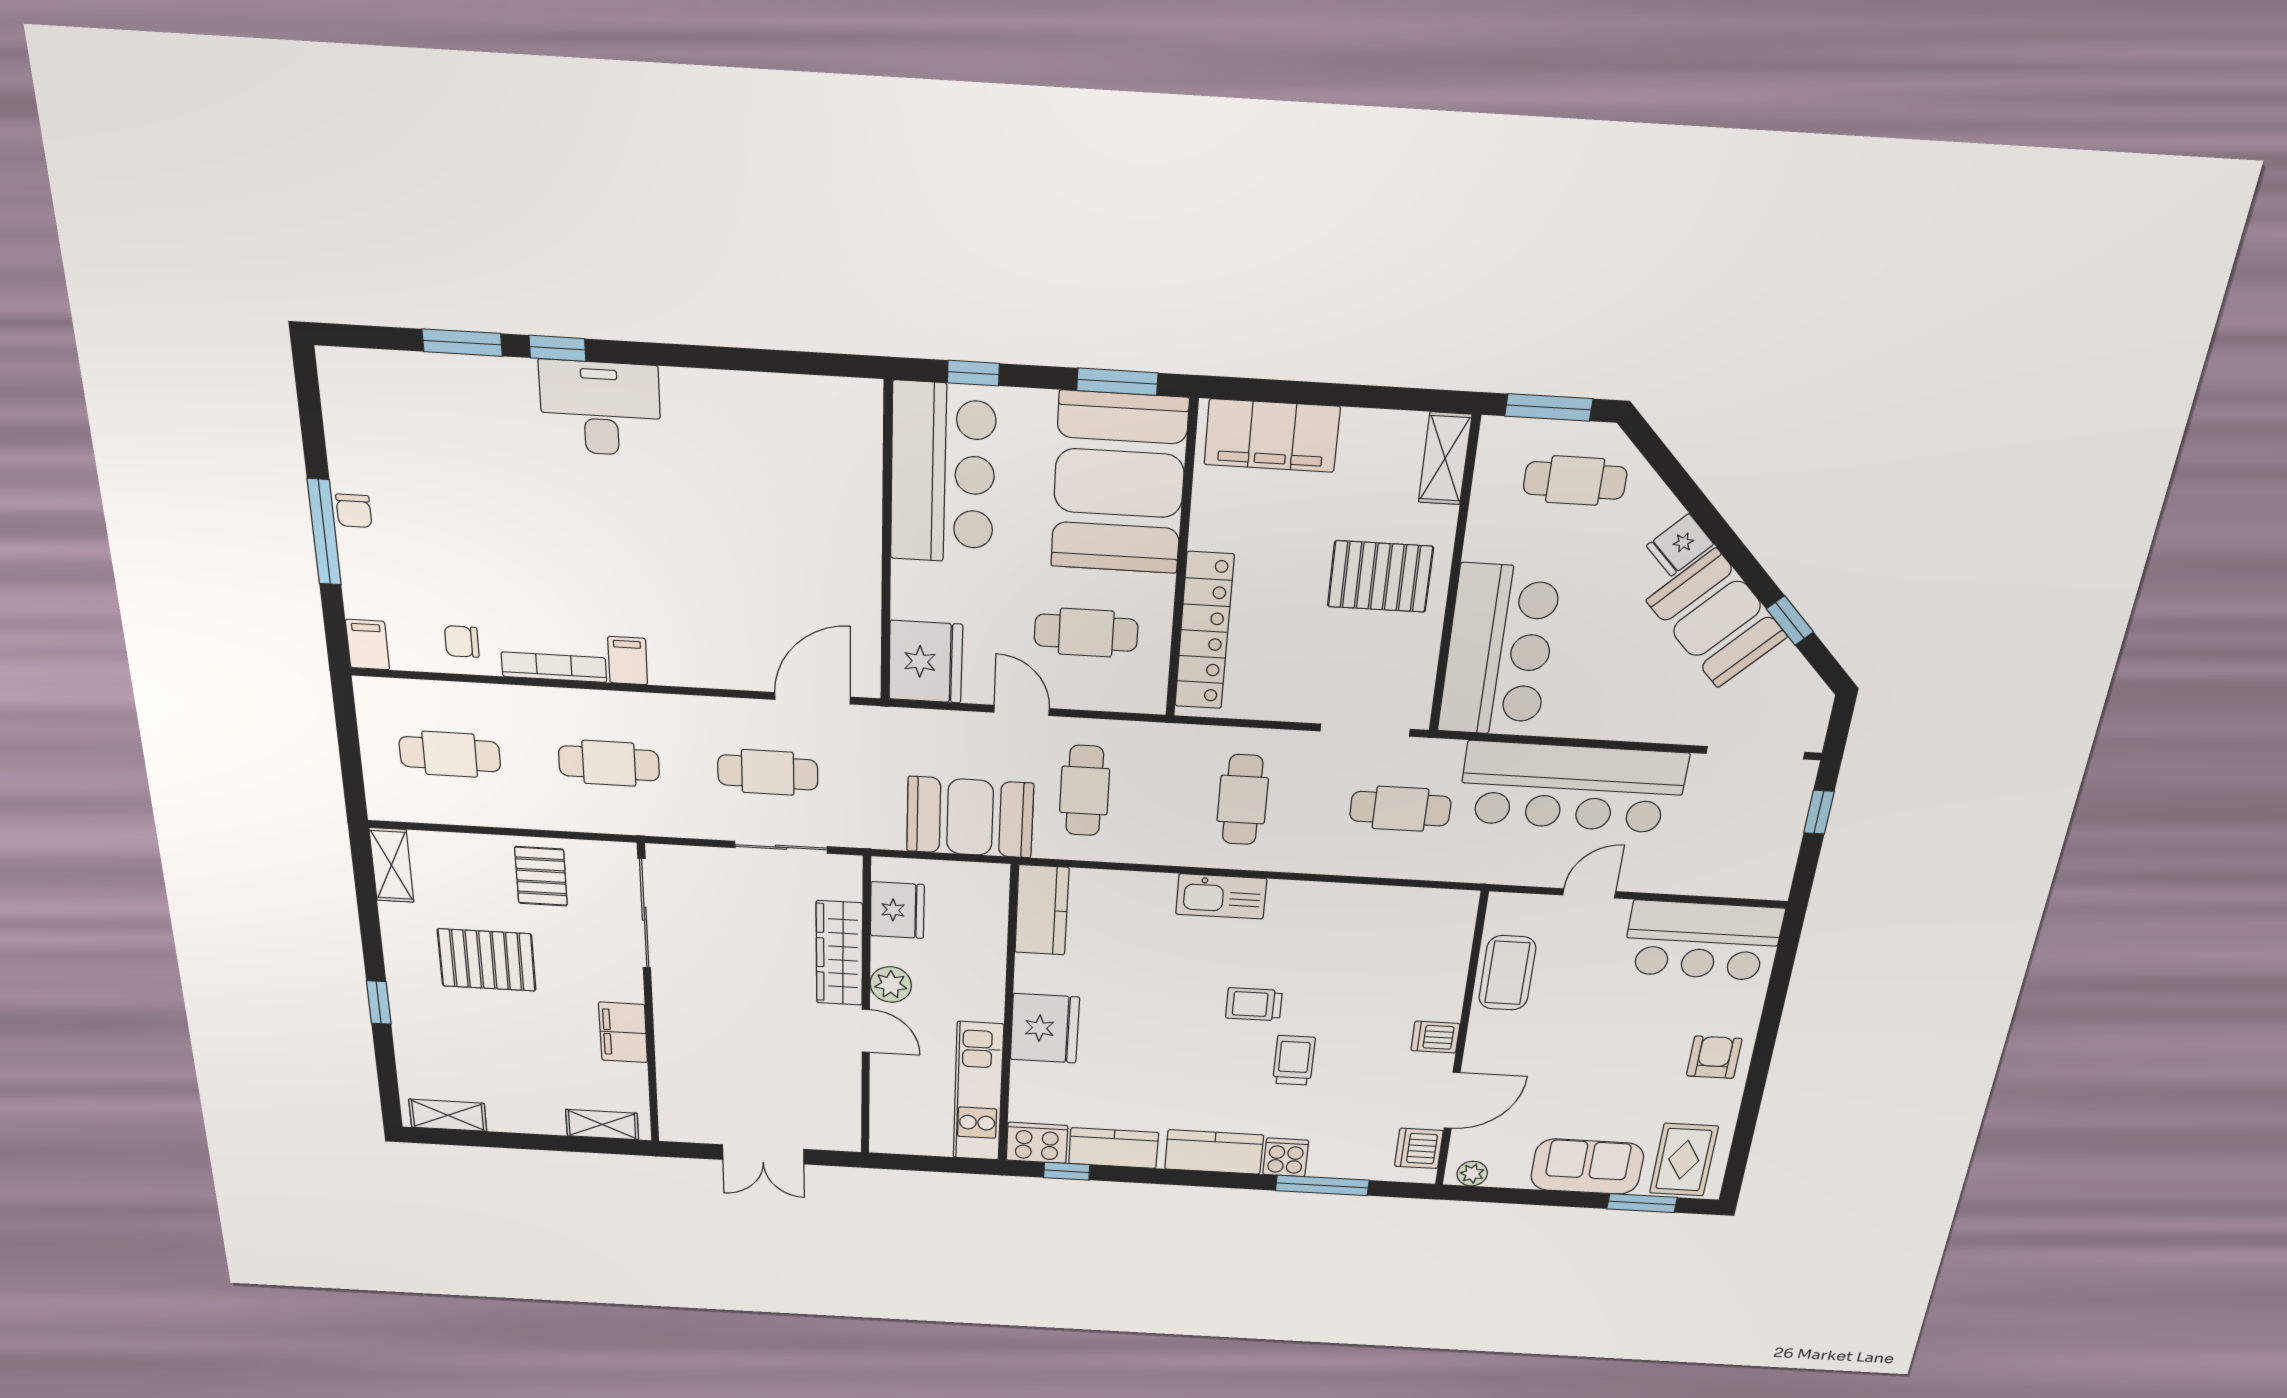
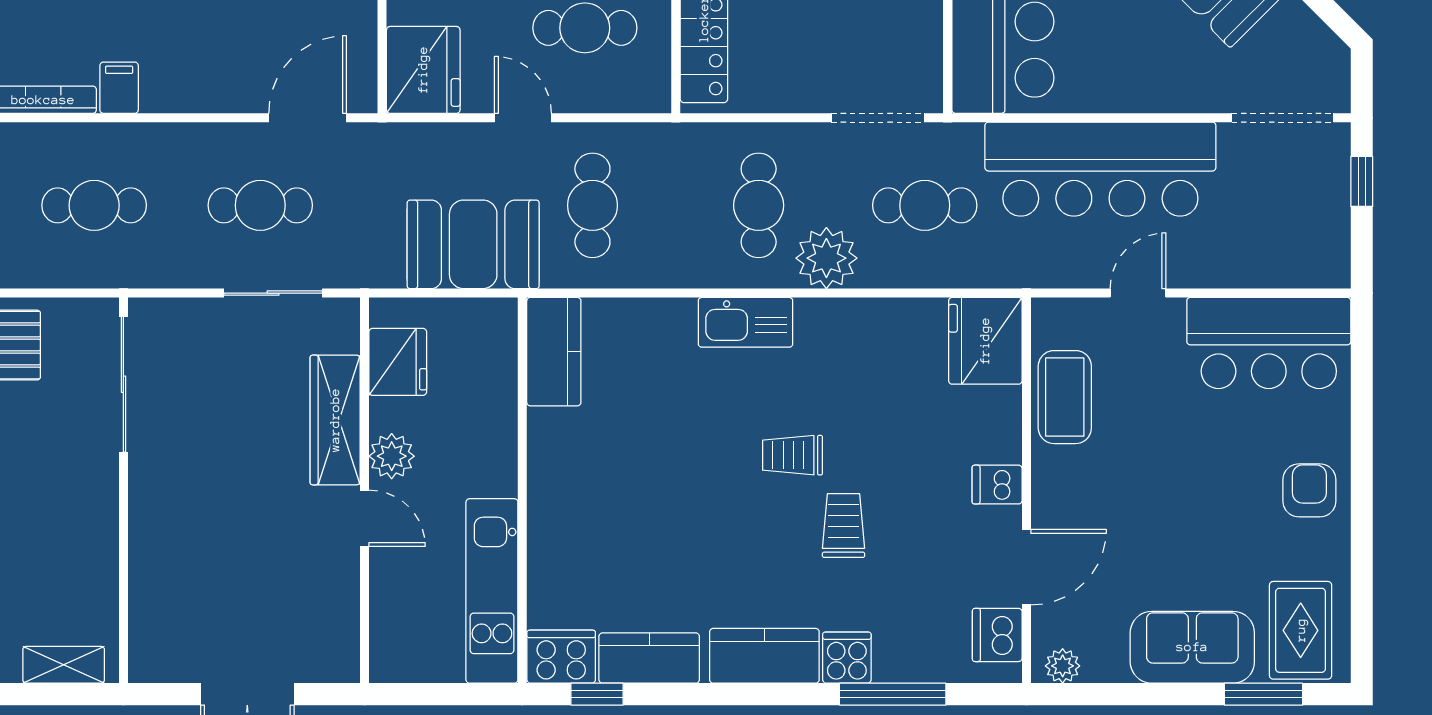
plant: (1302, 848) -> (826, 258), added
fridge: (1045, 1028) -> (985, 341), moved, turned 180
filing cabinet: (623, 1032) -> (93, 538), removed

